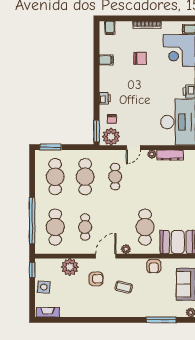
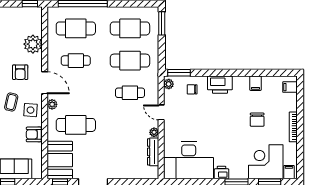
printer: (105, 98) -> (220, 85), width x1.87, depth x1.48
plant: (111, 137) -> (169, 84), width x0.53, depth x0.53
side table: (44, 287) -> (31, 110), moved

